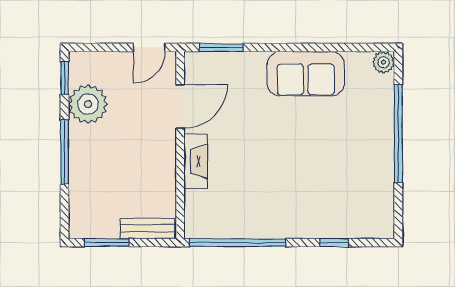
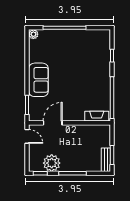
sofa: (306, 74) -> (38, 80), moved
door: (180, 106) -> (53, 123), hinge flipped
fireplace: (196, 161) -> (97, 116), moved
bench: (148, 228) -> (106, 160), moved

